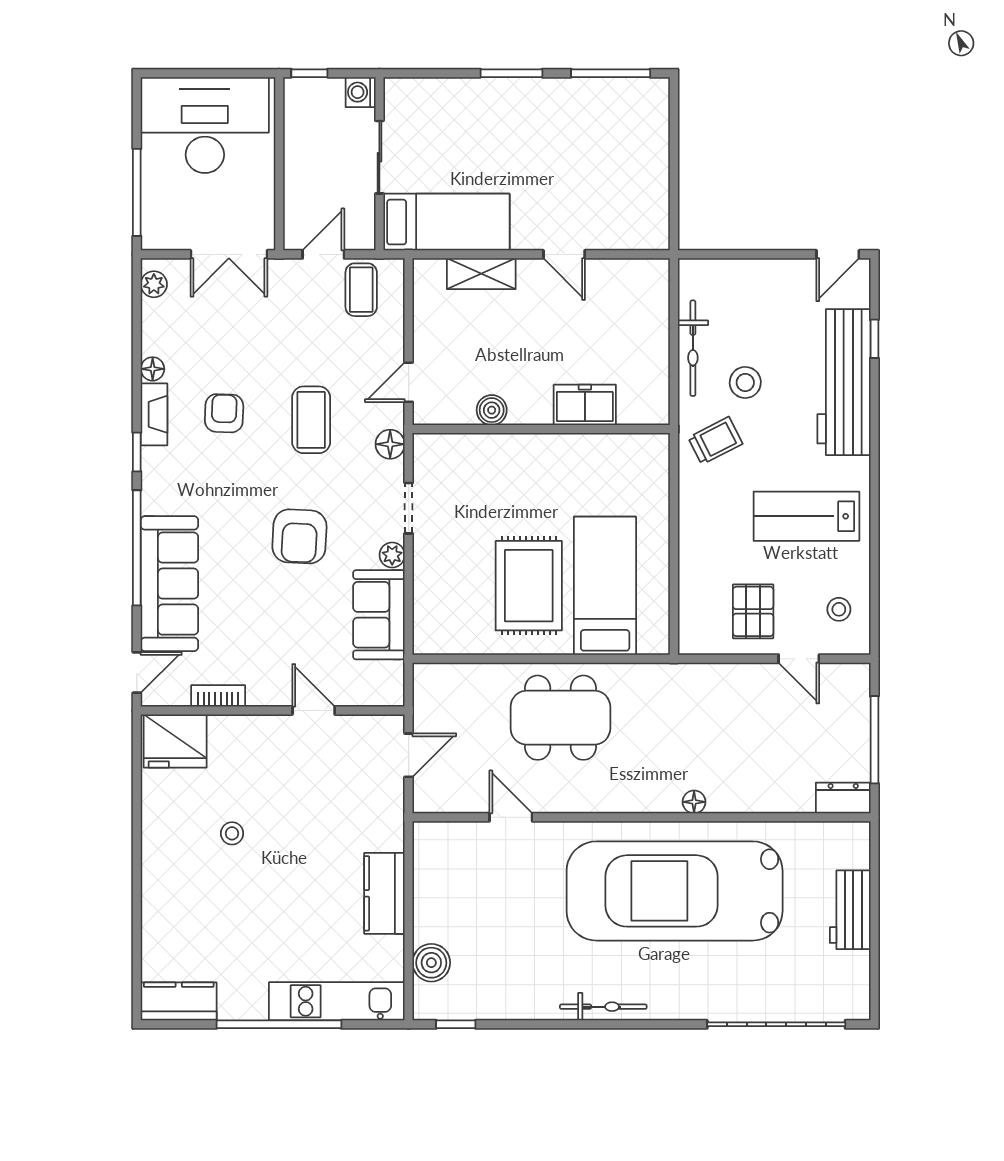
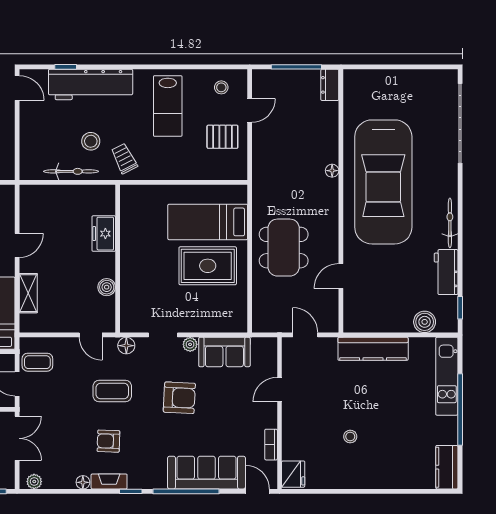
fridge: (175, 741) -> (293, 474), width x0.73, depth x0.75
kitchen counter: (384, 893) -> (373, 349), width x1.50
workbench: (850, 910) -> (446, 272), moved, turned 90

